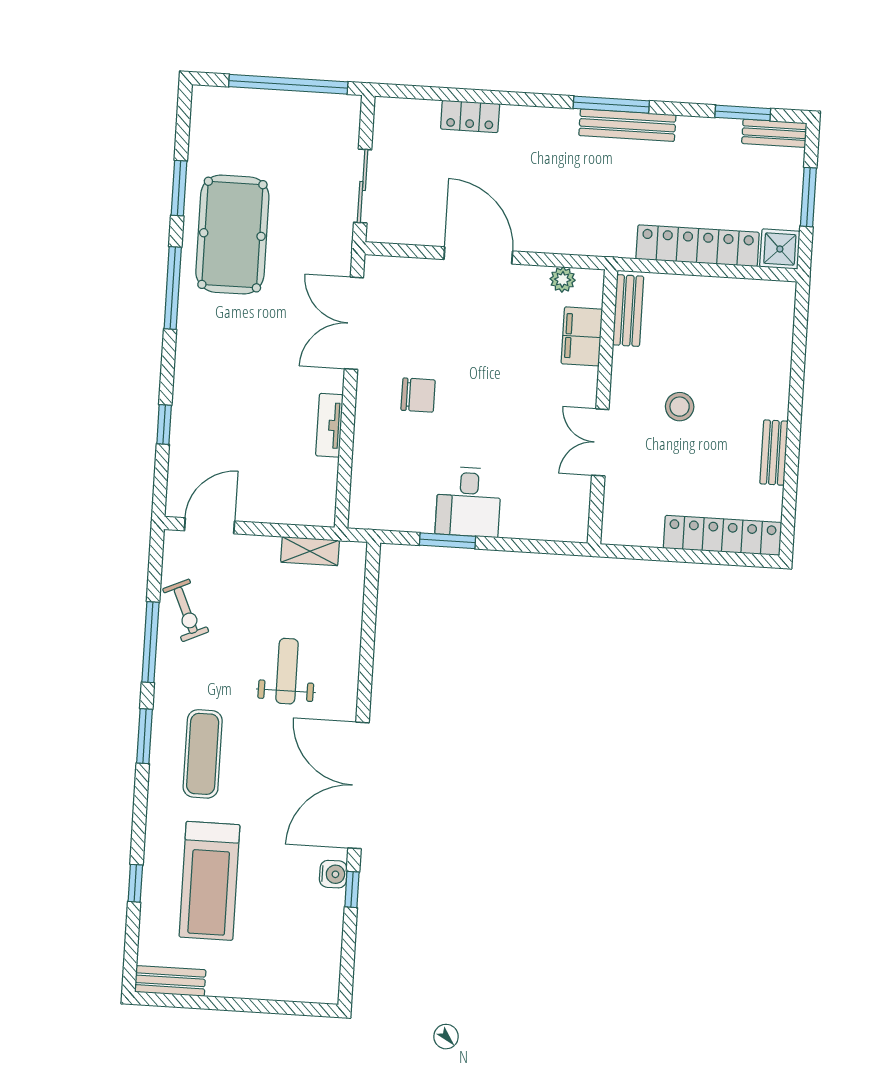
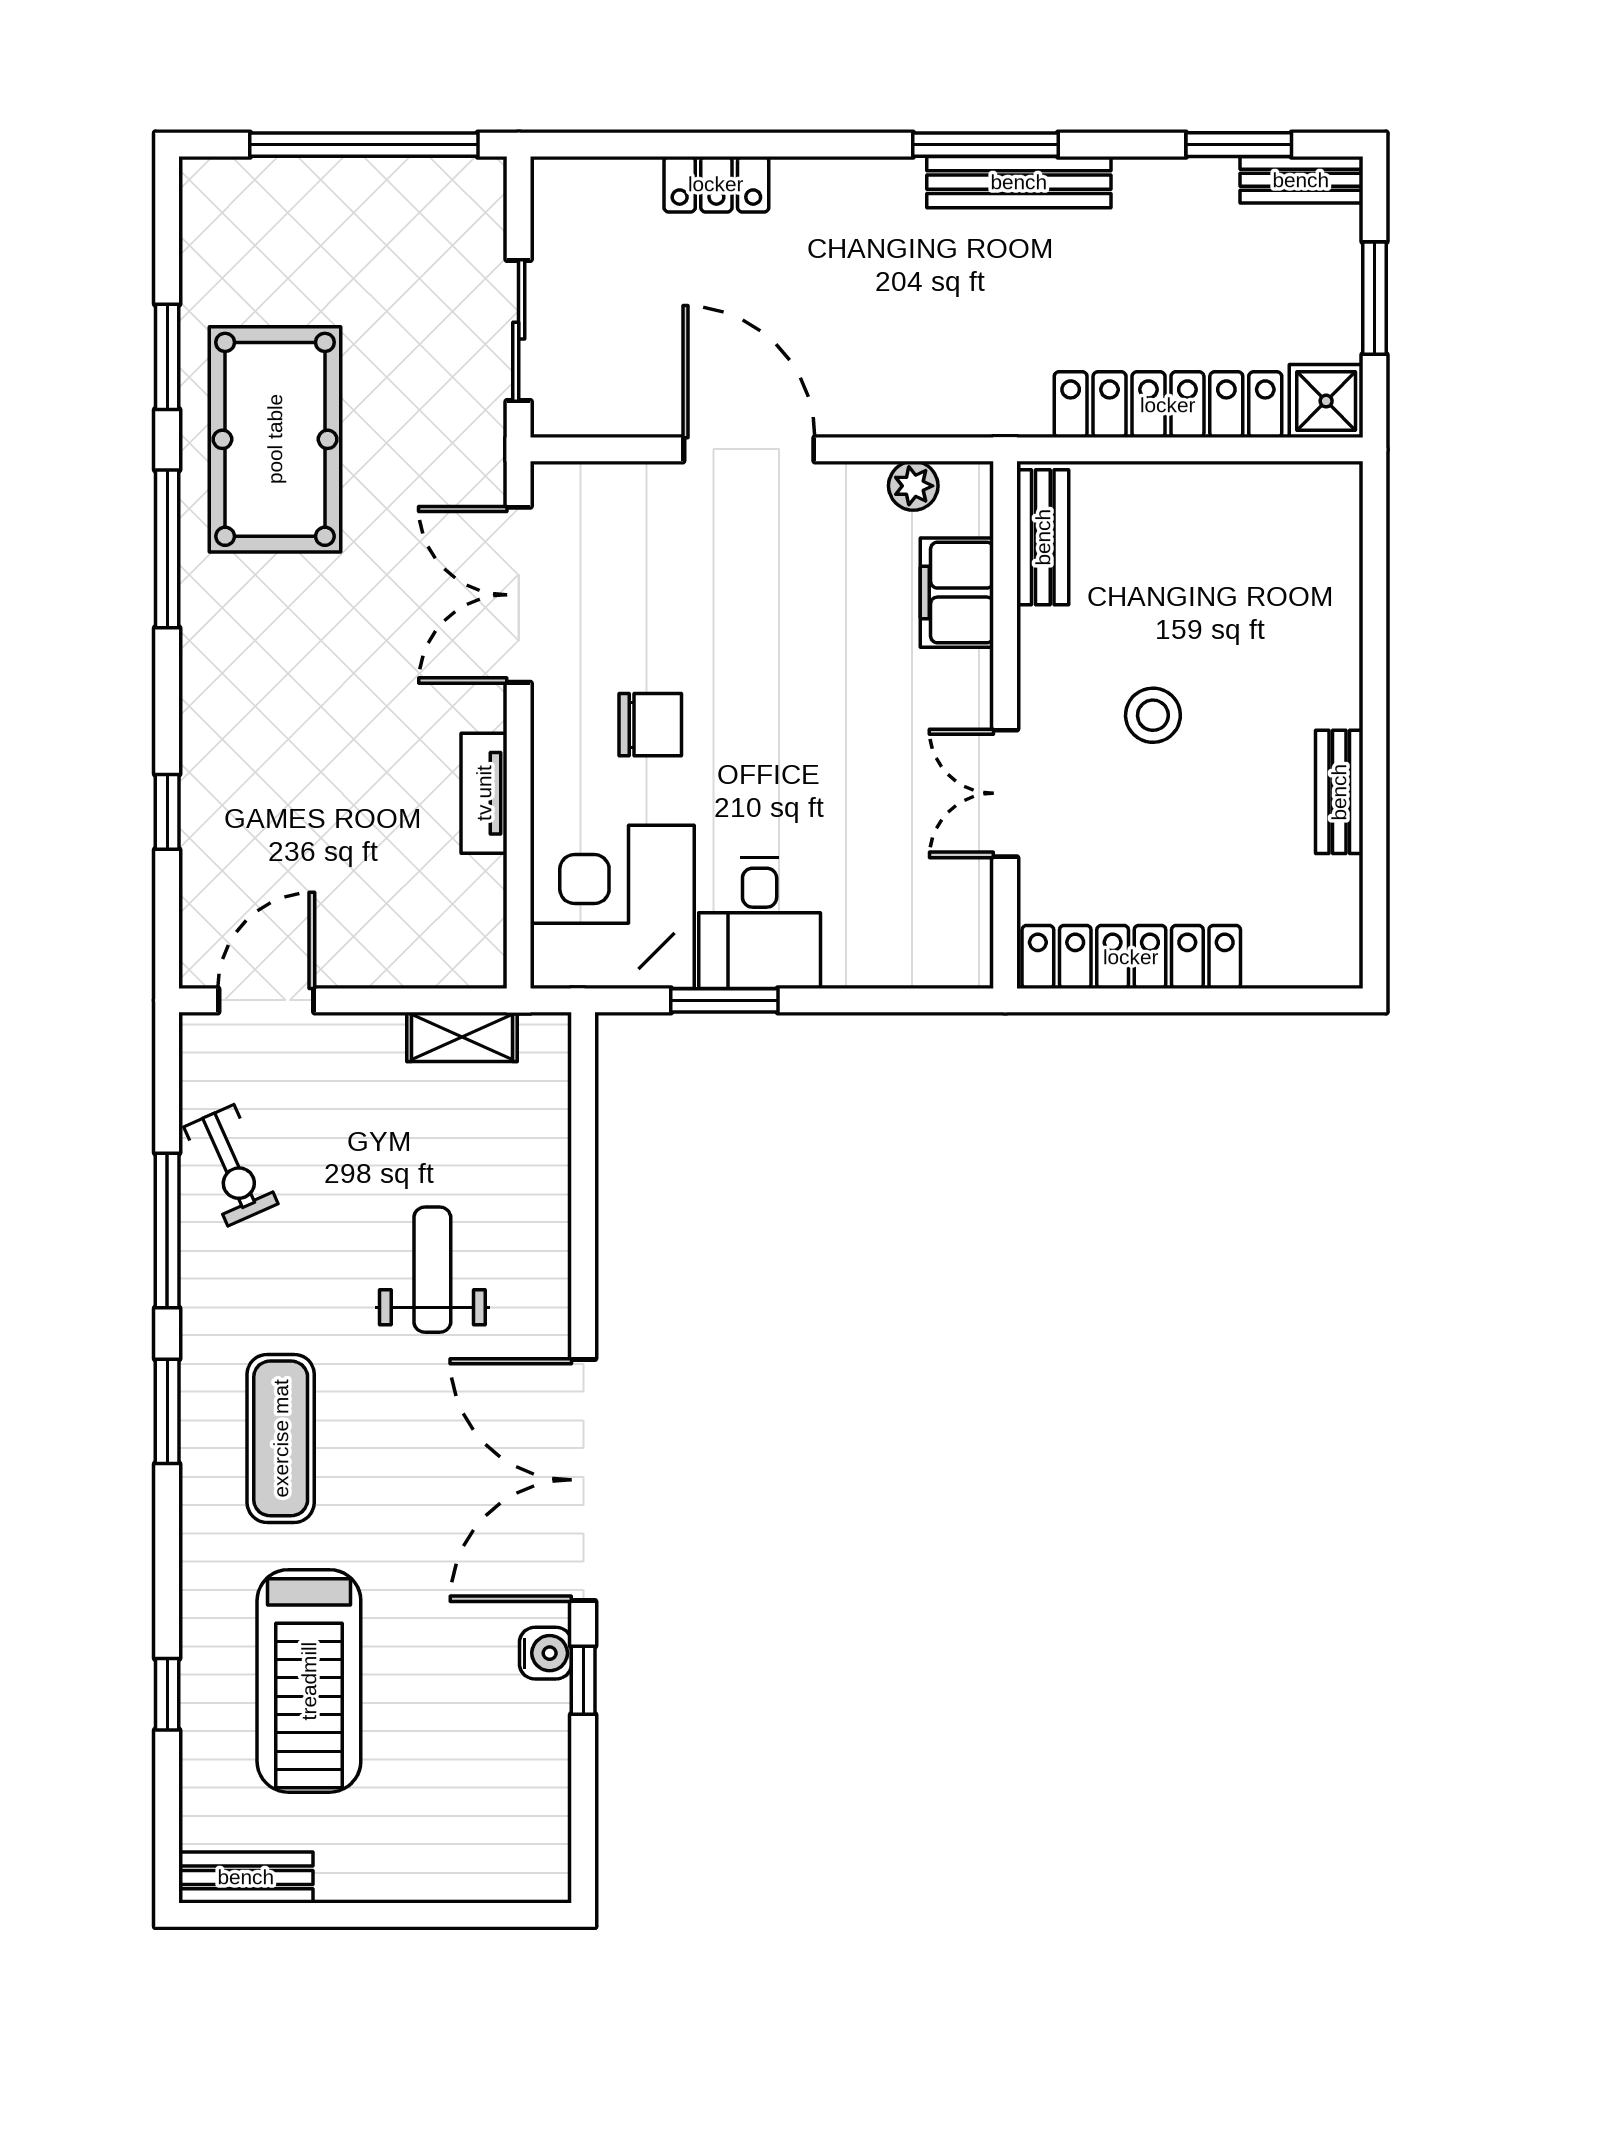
corner desk: (392, 489) -> (612, 907), added
locker: (722, 535) -> (1131, 957), moved

